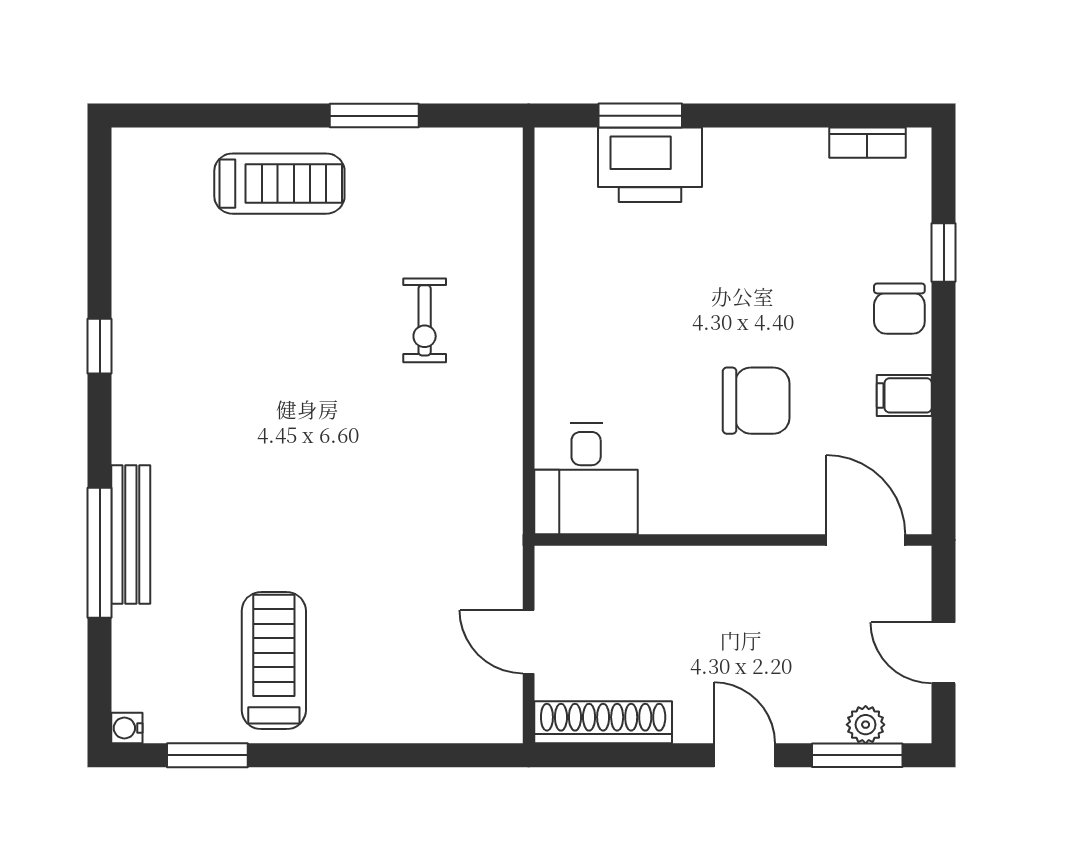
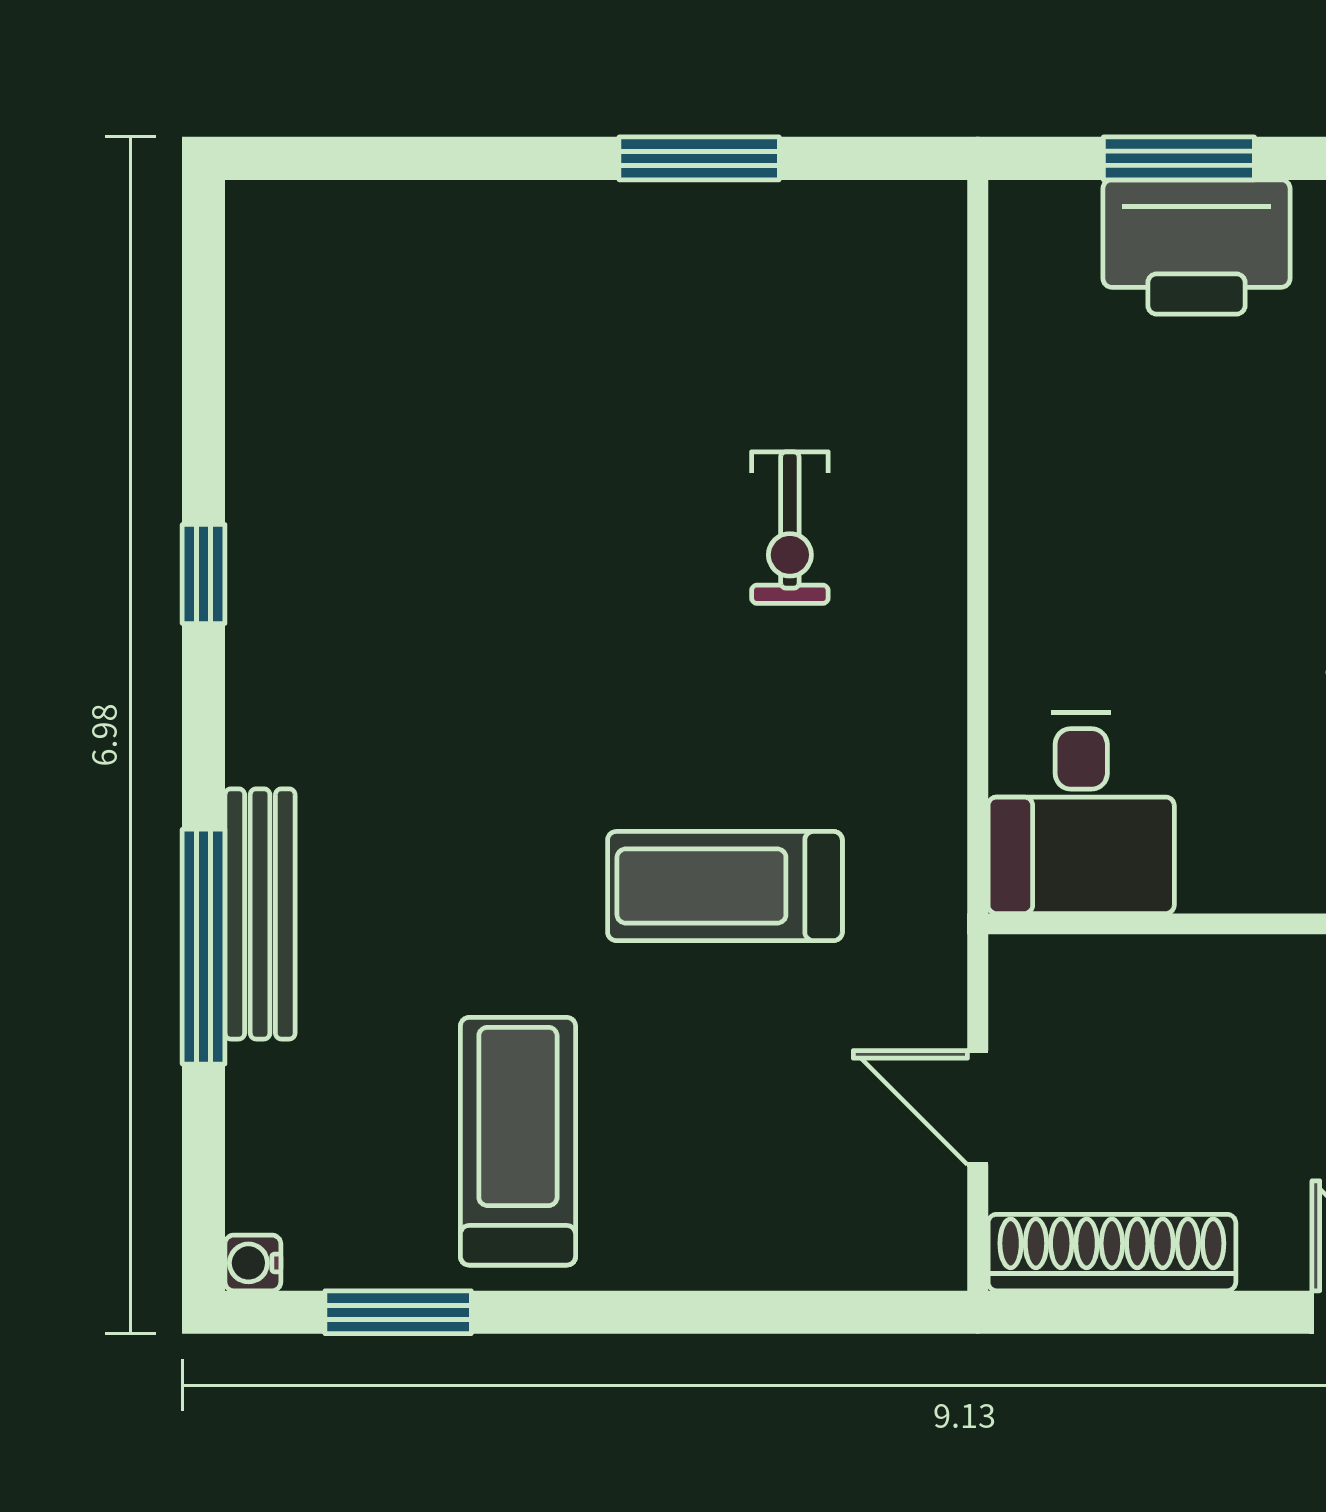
treadmill: (279, 184) -> (725, 886), moved, turned 180

